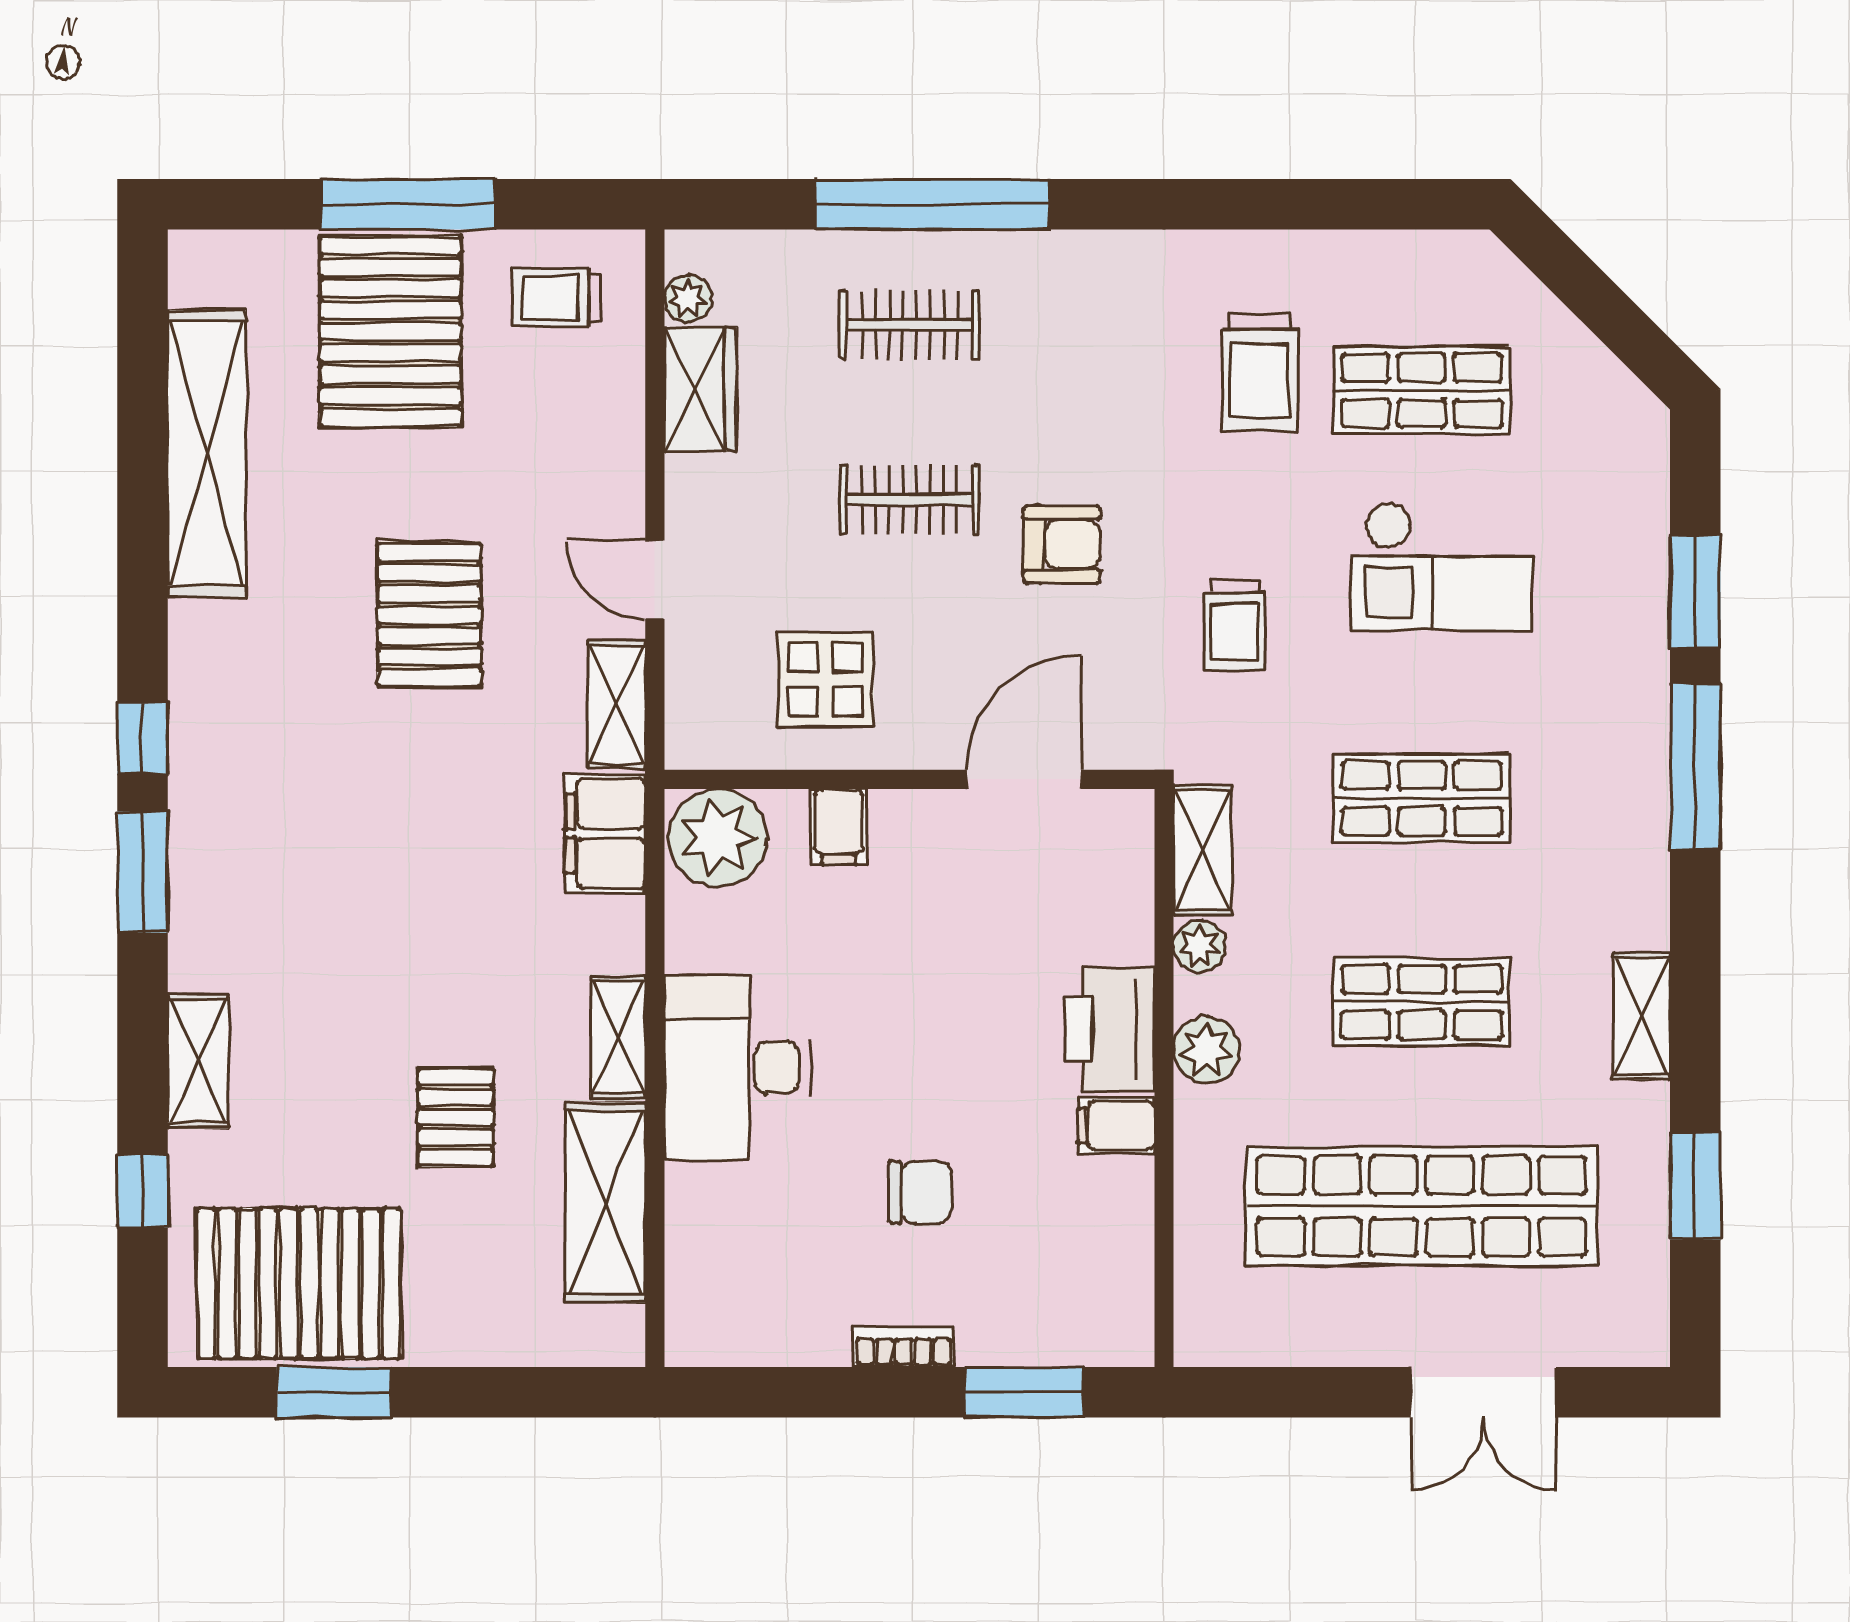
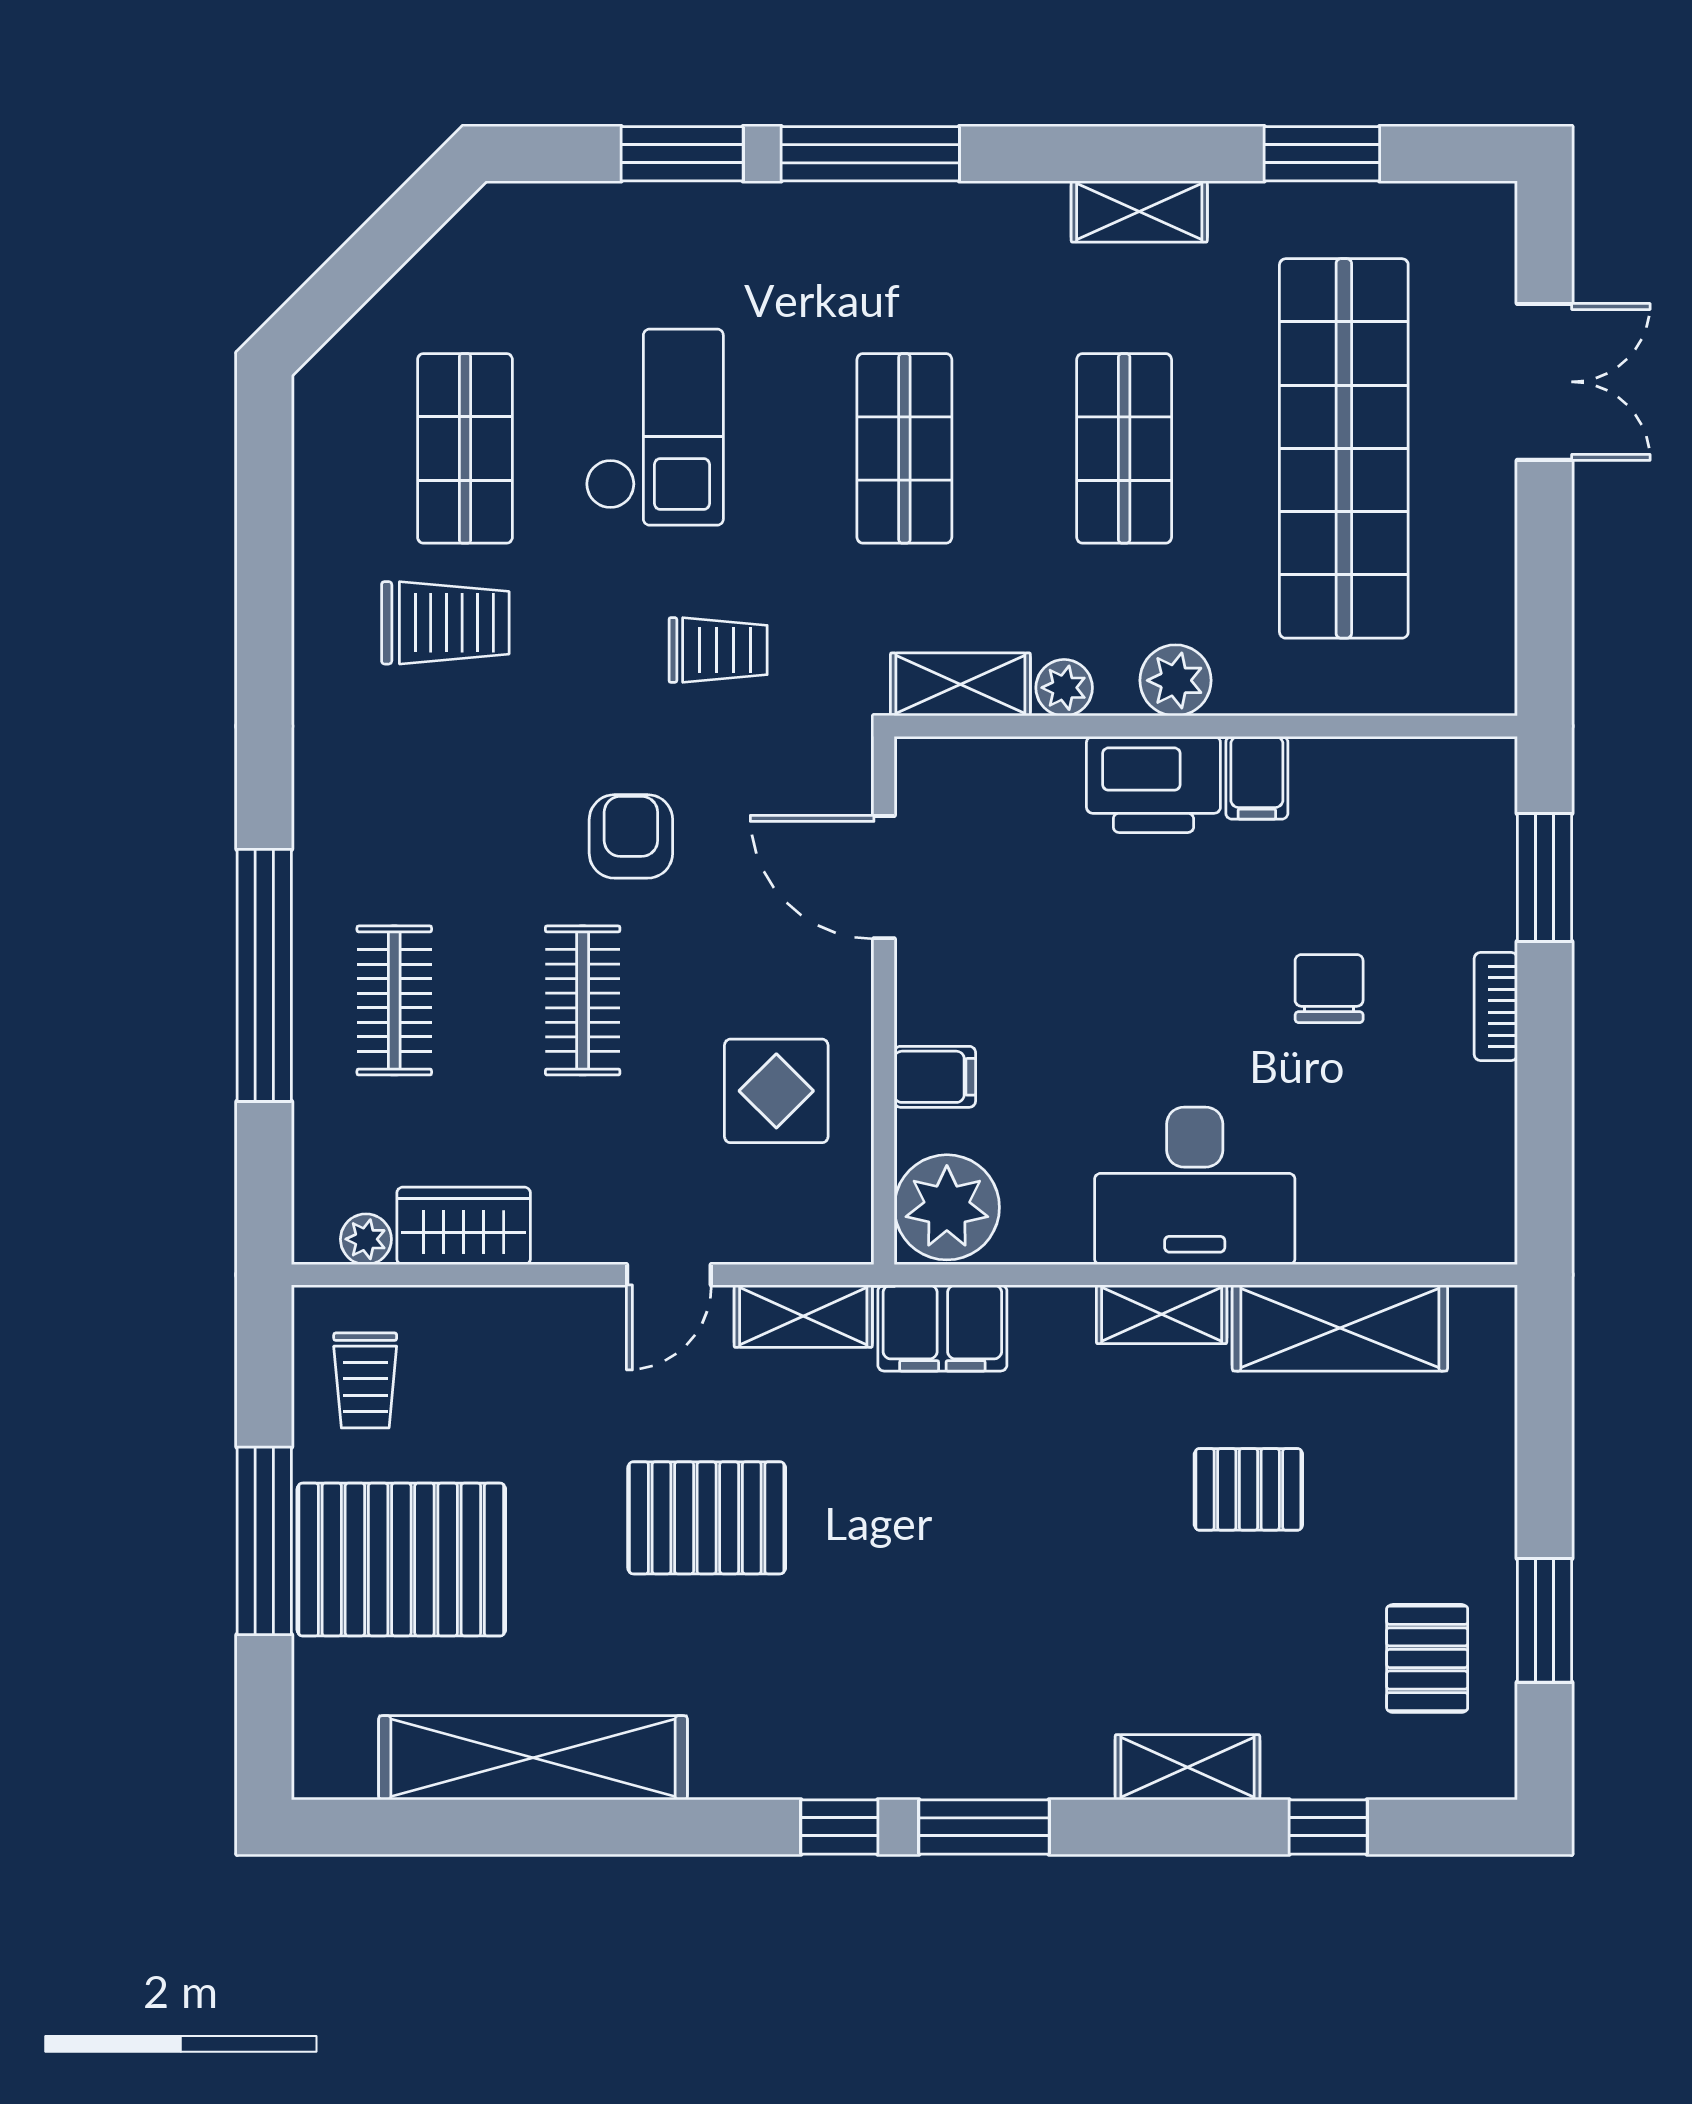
pallet: (299, 1283) -> (1427, 1658), width x0.49, depth x0.50

